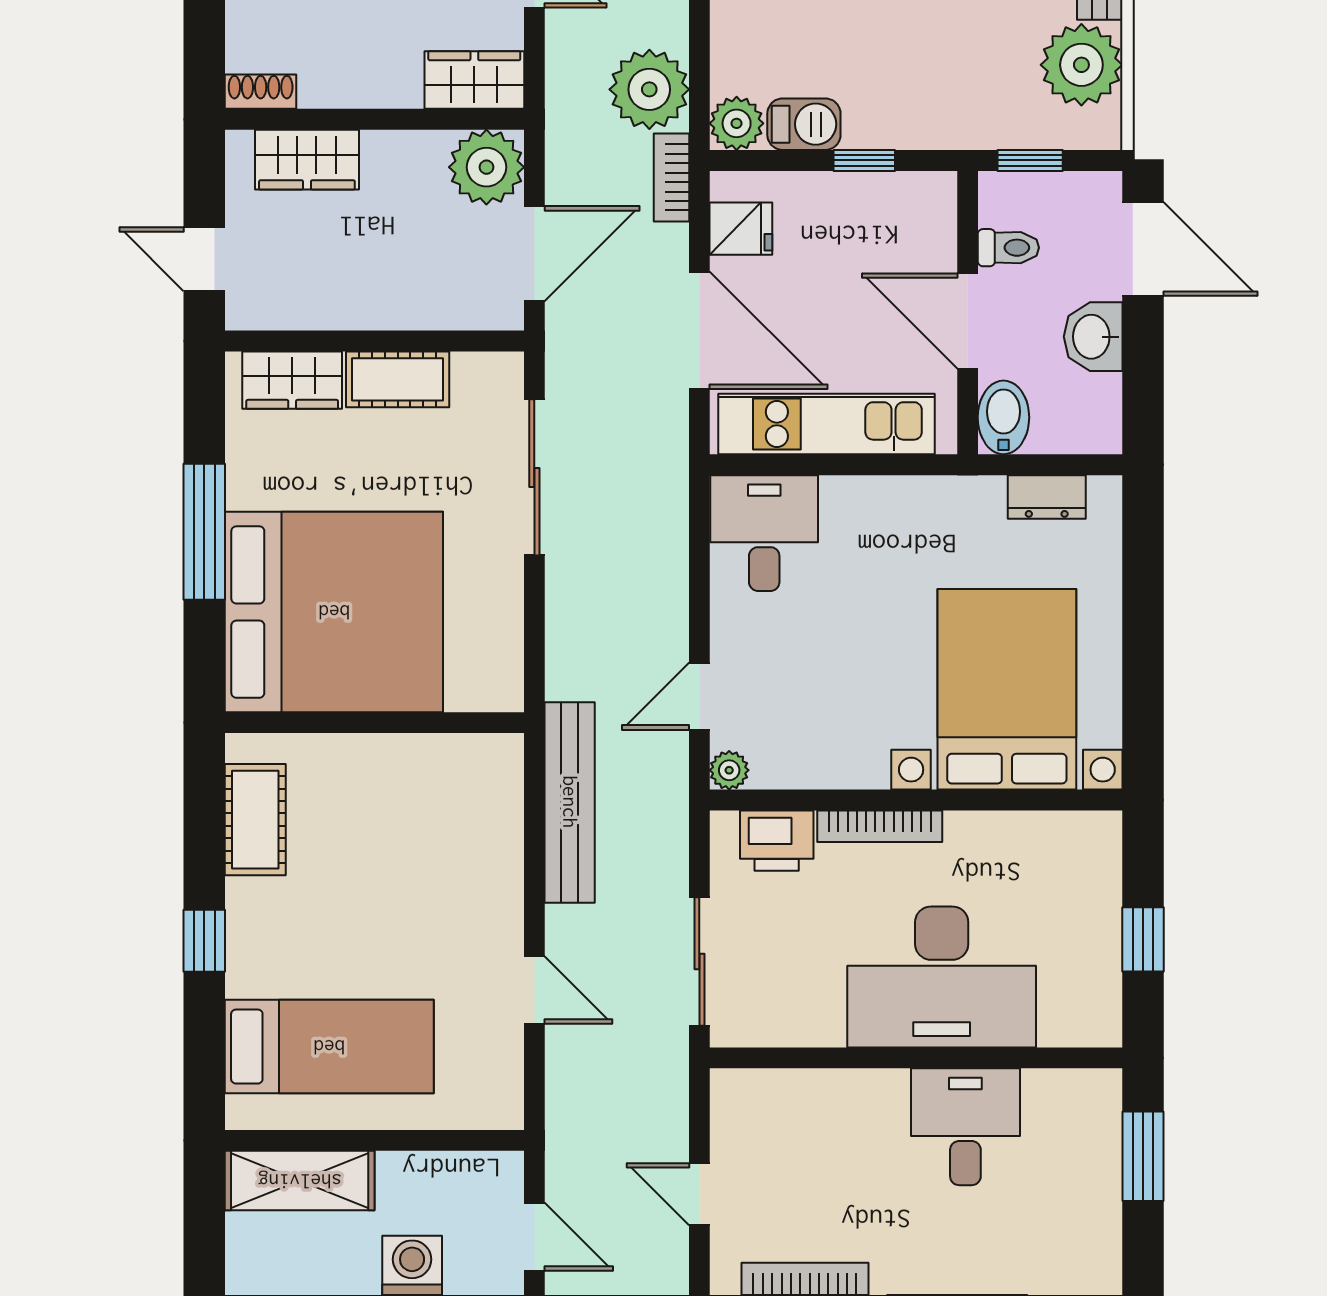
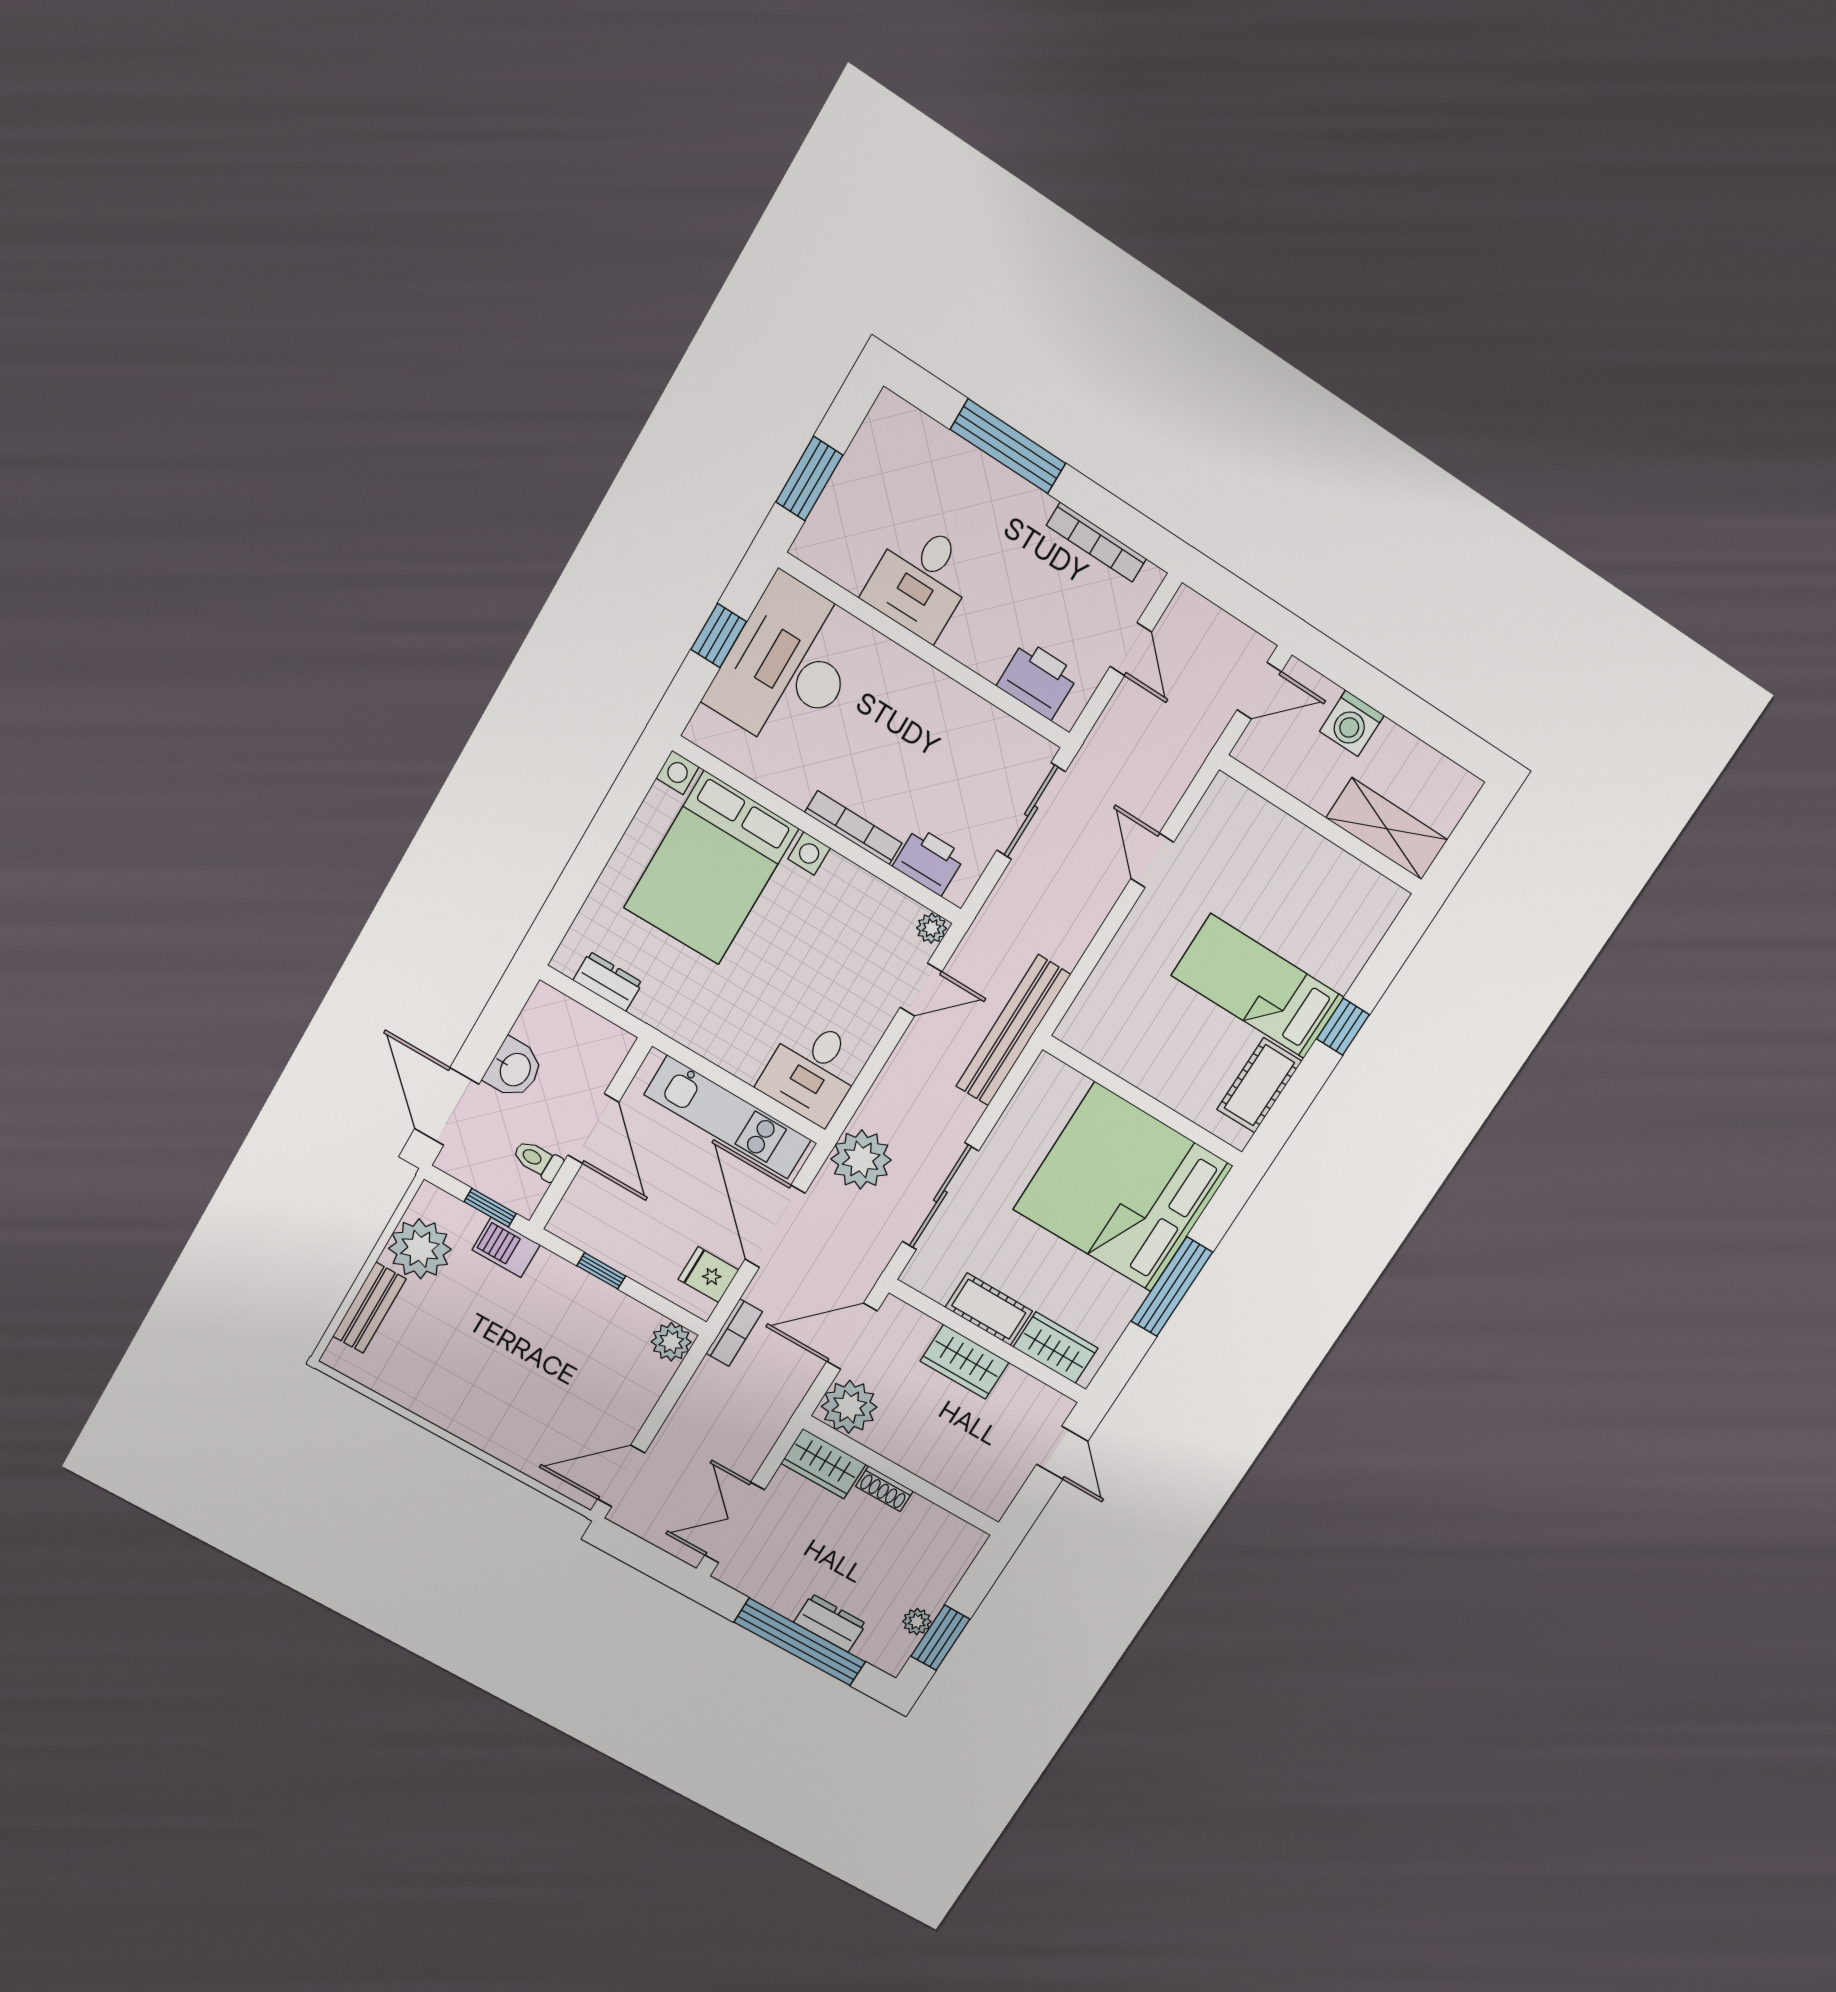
plant: (649, 89) -> (861, 1159), moved
shoe rack: (261, 92) -> (884, 1489), moved
barbecue: (804, 124) -> (506, 1247), moved
wardrobe: (307, 160) -> (965, 1362), moved, turned 180
bidet: (1003, 417) -> (606, 1052), removed
bench: (570, 802) -> (1013, 1030), moved
desk: (942, 977) -> (788, 666), moved, turned -90
bed: (329, 1047) -> (1258, 986), moved
printer: (778, 1102) -> (1038, 680), added
door: (534, 1237) -> (1259, 691), swing flipped

